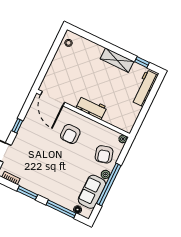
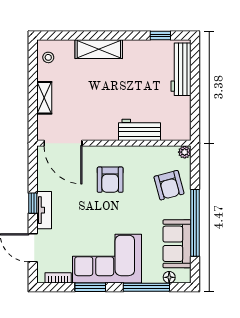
shelving: (117, 60) -> (99, 49), moved
shelving: (55, 66) -> (44, 98), added
workbench: (91, 108) -> (140, 130), moved
tv unit: (22, 133) -> (44, 210), added
plant: (106, 174) -> (184, 211), removed
corner sofa: (46, 180) -> (107, 259), added

